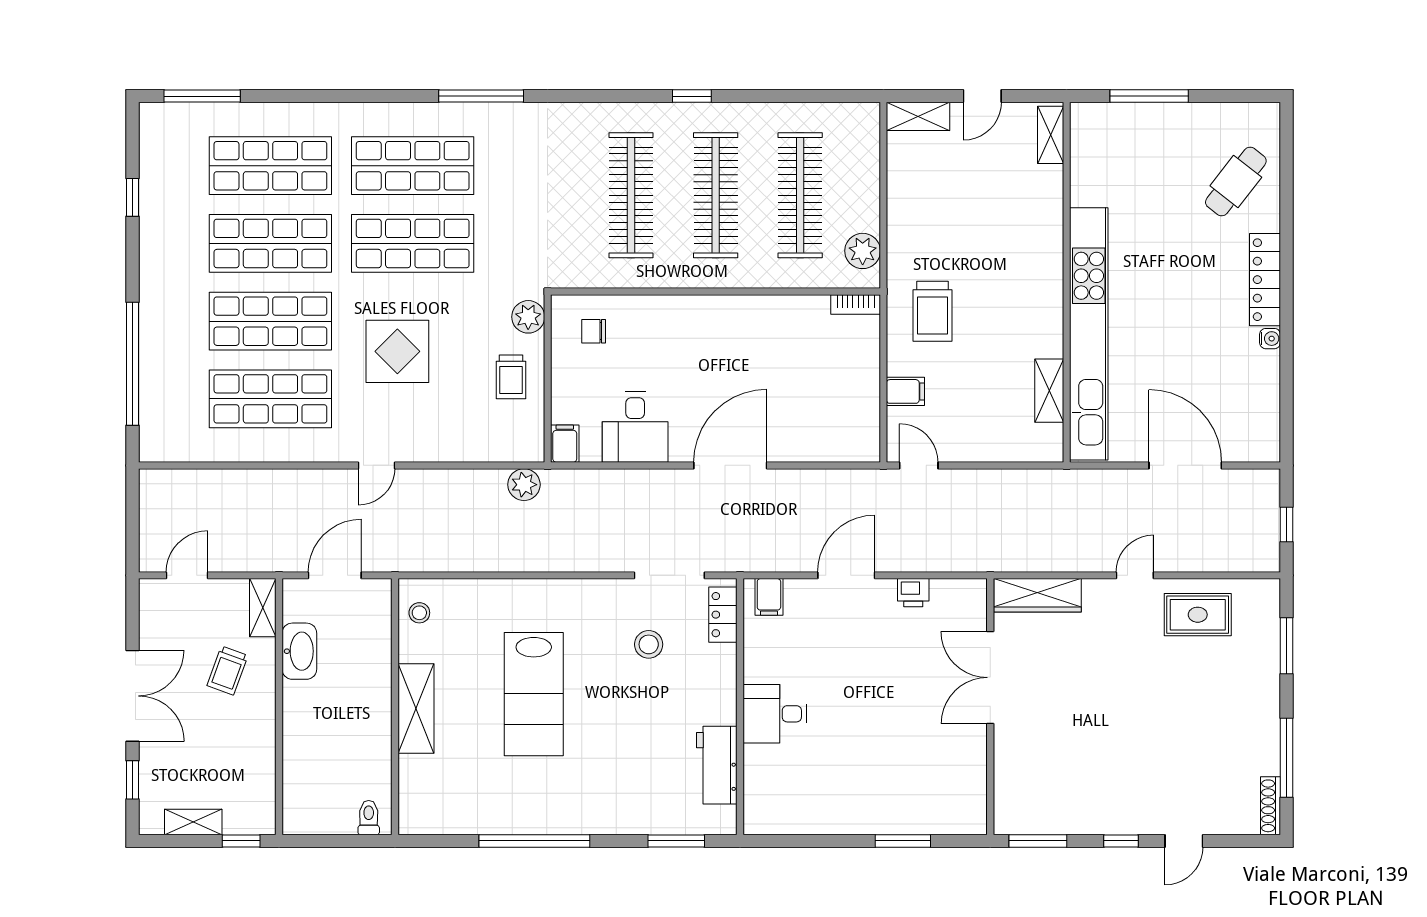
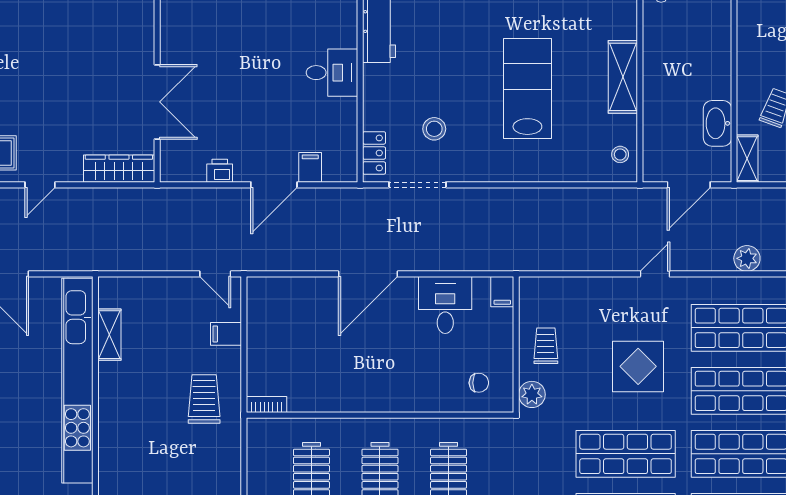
plant: (863, 251) -> (261, 448), removed
plant: (524, 485) -> (747, 258), moved
filing cabinet: (769, 597) -> (310, 167), moved

